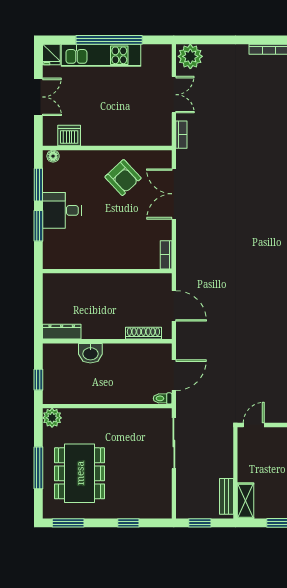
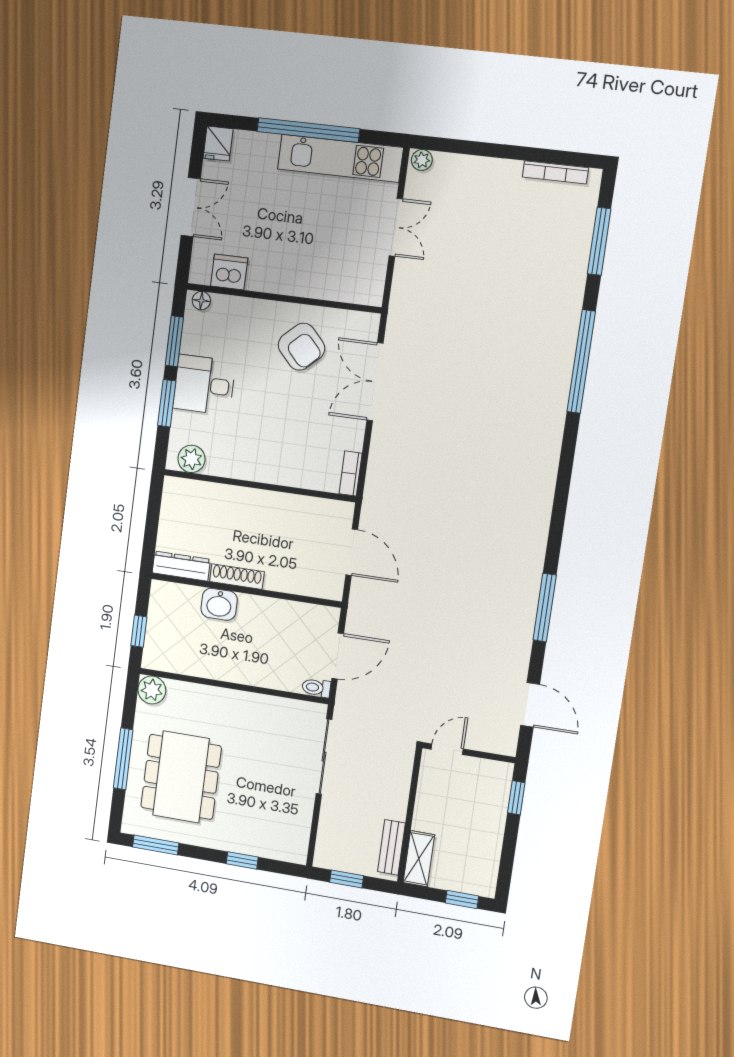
kitchen unit: (101, 55) -> (340, 158), moved
plant: (190, 56) -> (422, 160), width x0.53, depth x0.53
bookcase: (181, 135) -> (399, 292), removed
plant: (60, 260) -> (191, 459), added
shoe rack: (143, 333) -> (237, 577), moved

